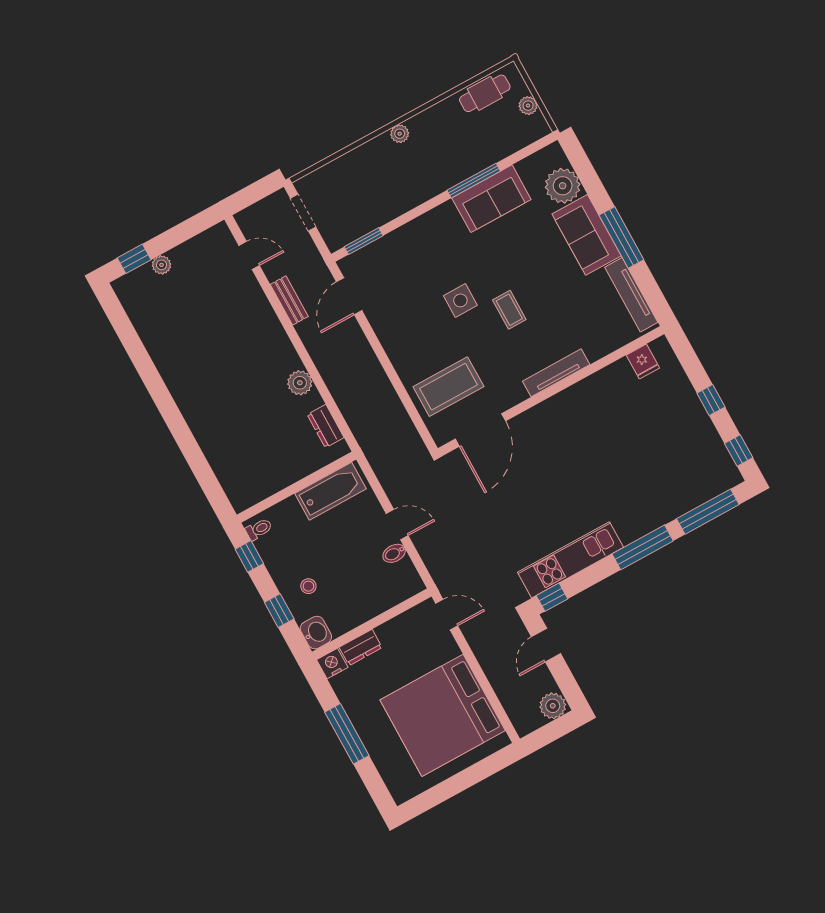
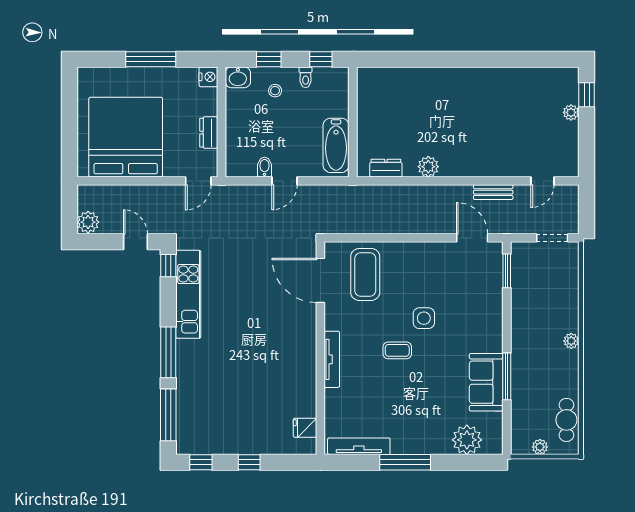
sofa: (587, 235) -> (421, 438), removed
toilet: (259, 529) -> (306, 77), moved
dresser: (361, 647) -> (209, 133), moved

